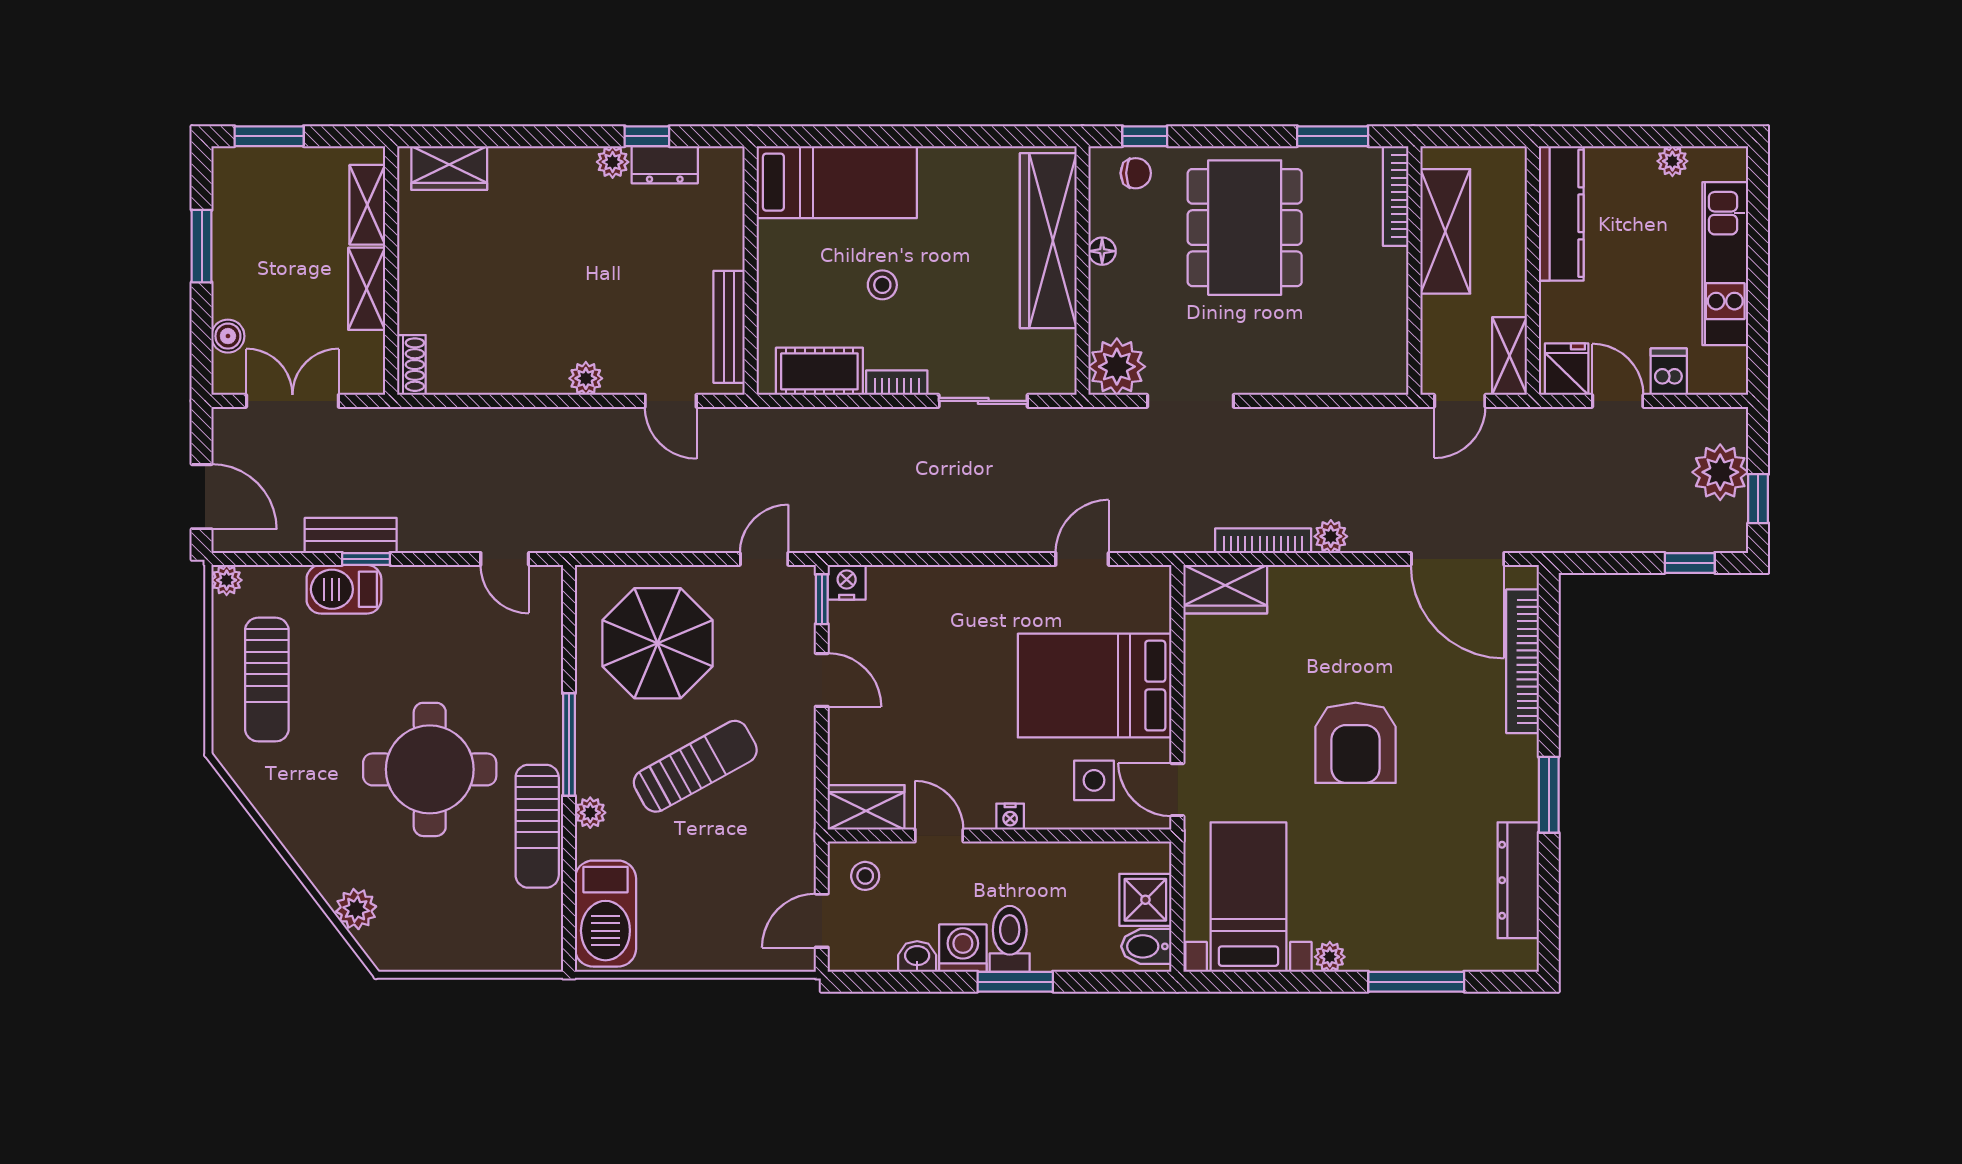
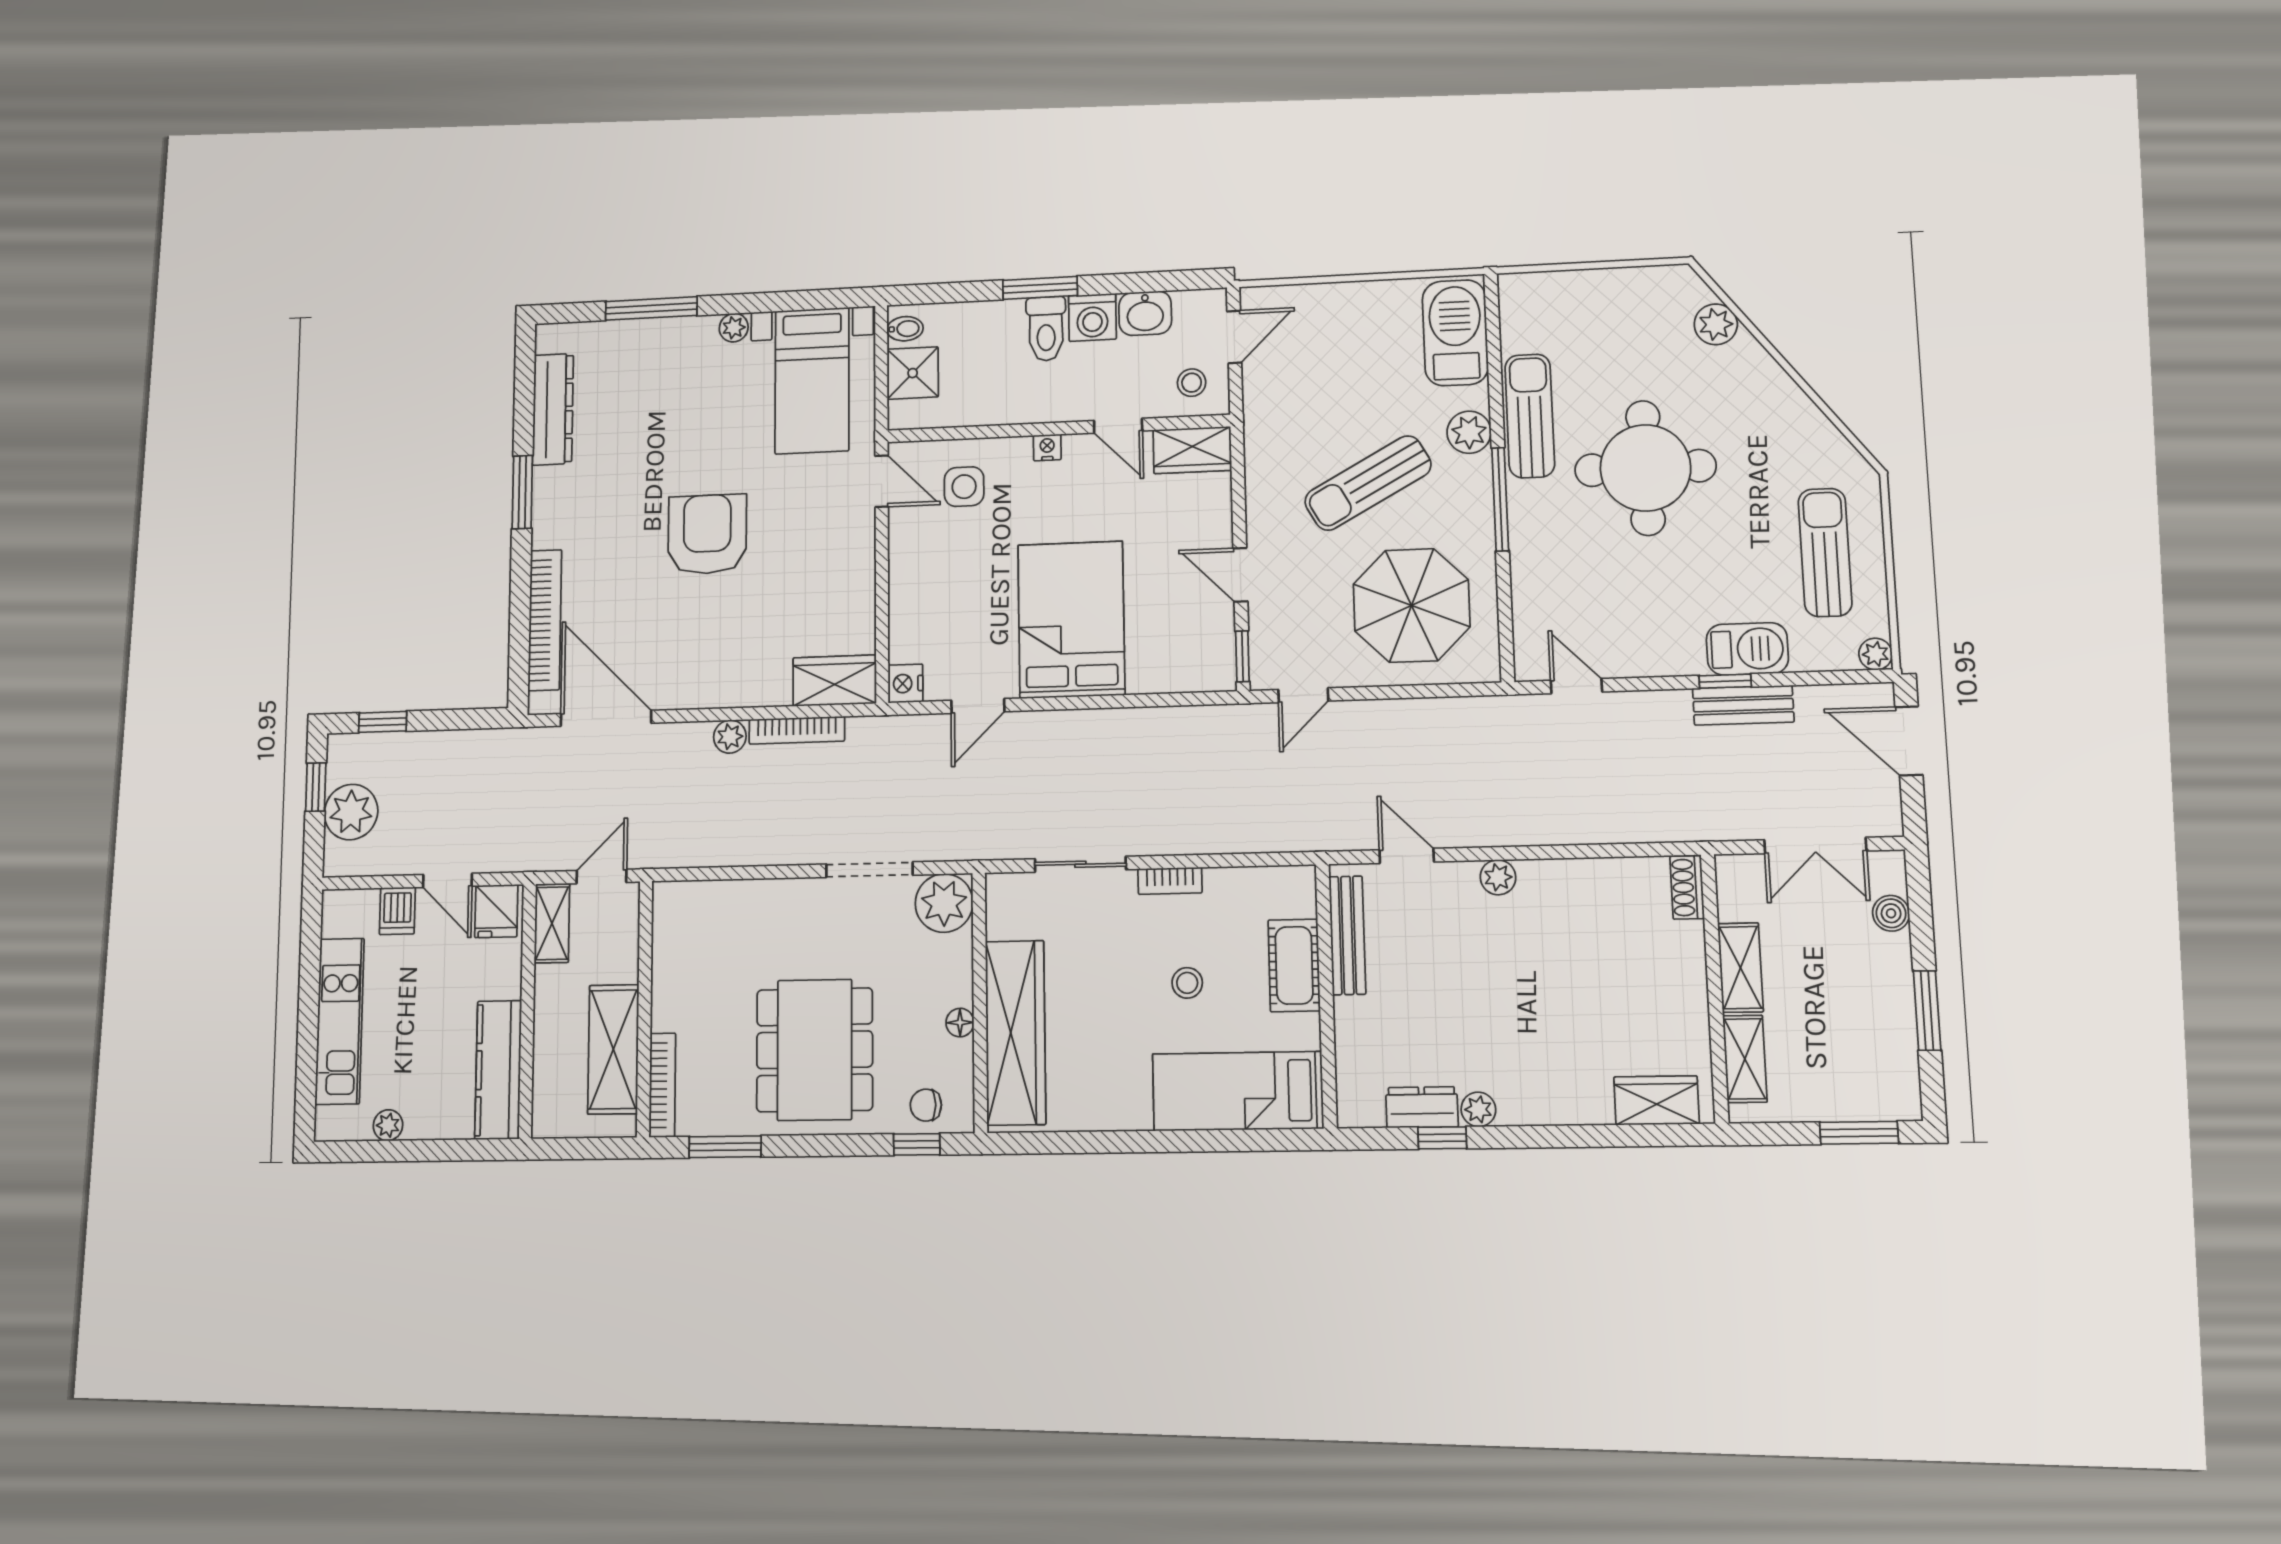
cot: (819, 371) -> (1294, 965), moved, turned 90
nightstand: (847, 582) -> (905, 684), moved, turned 90
bed: (1095, 686) -> (1071, 620), moved, turned -90
plant: (590, 813) -> (1469, 432), width x1.38, depth x1.38
bidet: (1146, 946) -> (905, 329), width x0.72, depth x0.74
washbasin: (917, 956) -> (1145, 313), width x1.38, depth x1.45

